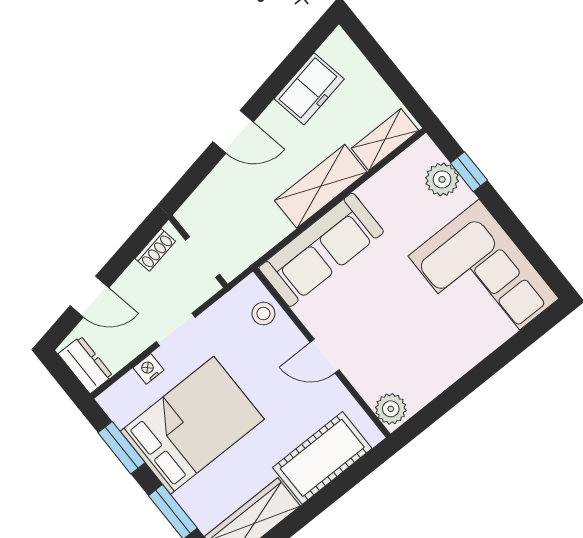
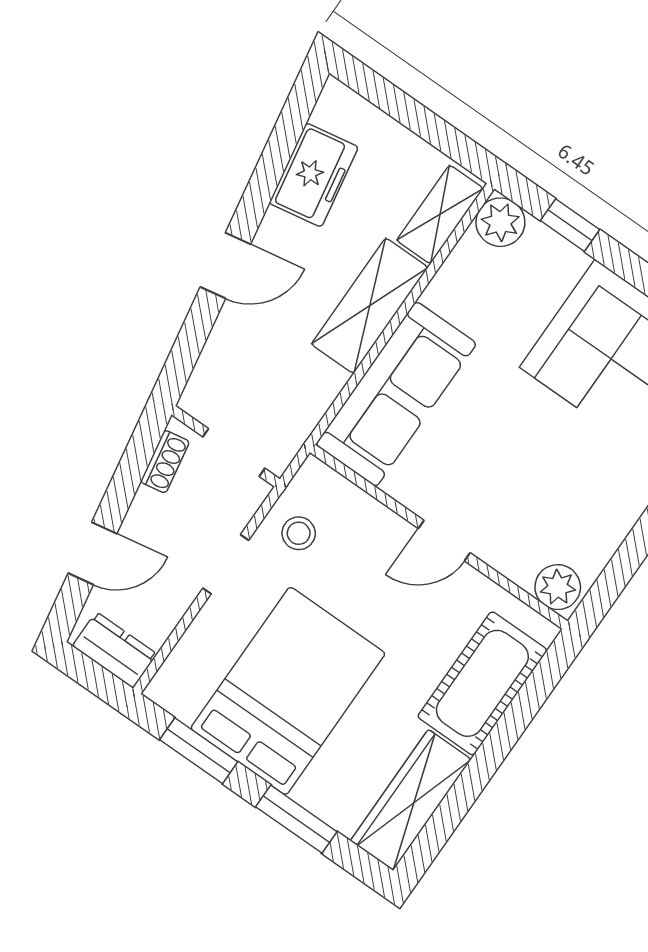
plant: (442, 179) -> (500, 222), moved
stool: (263, 314) -> (299, 533), moved
nightstand: (149, 369) -> (204, 630), removed

